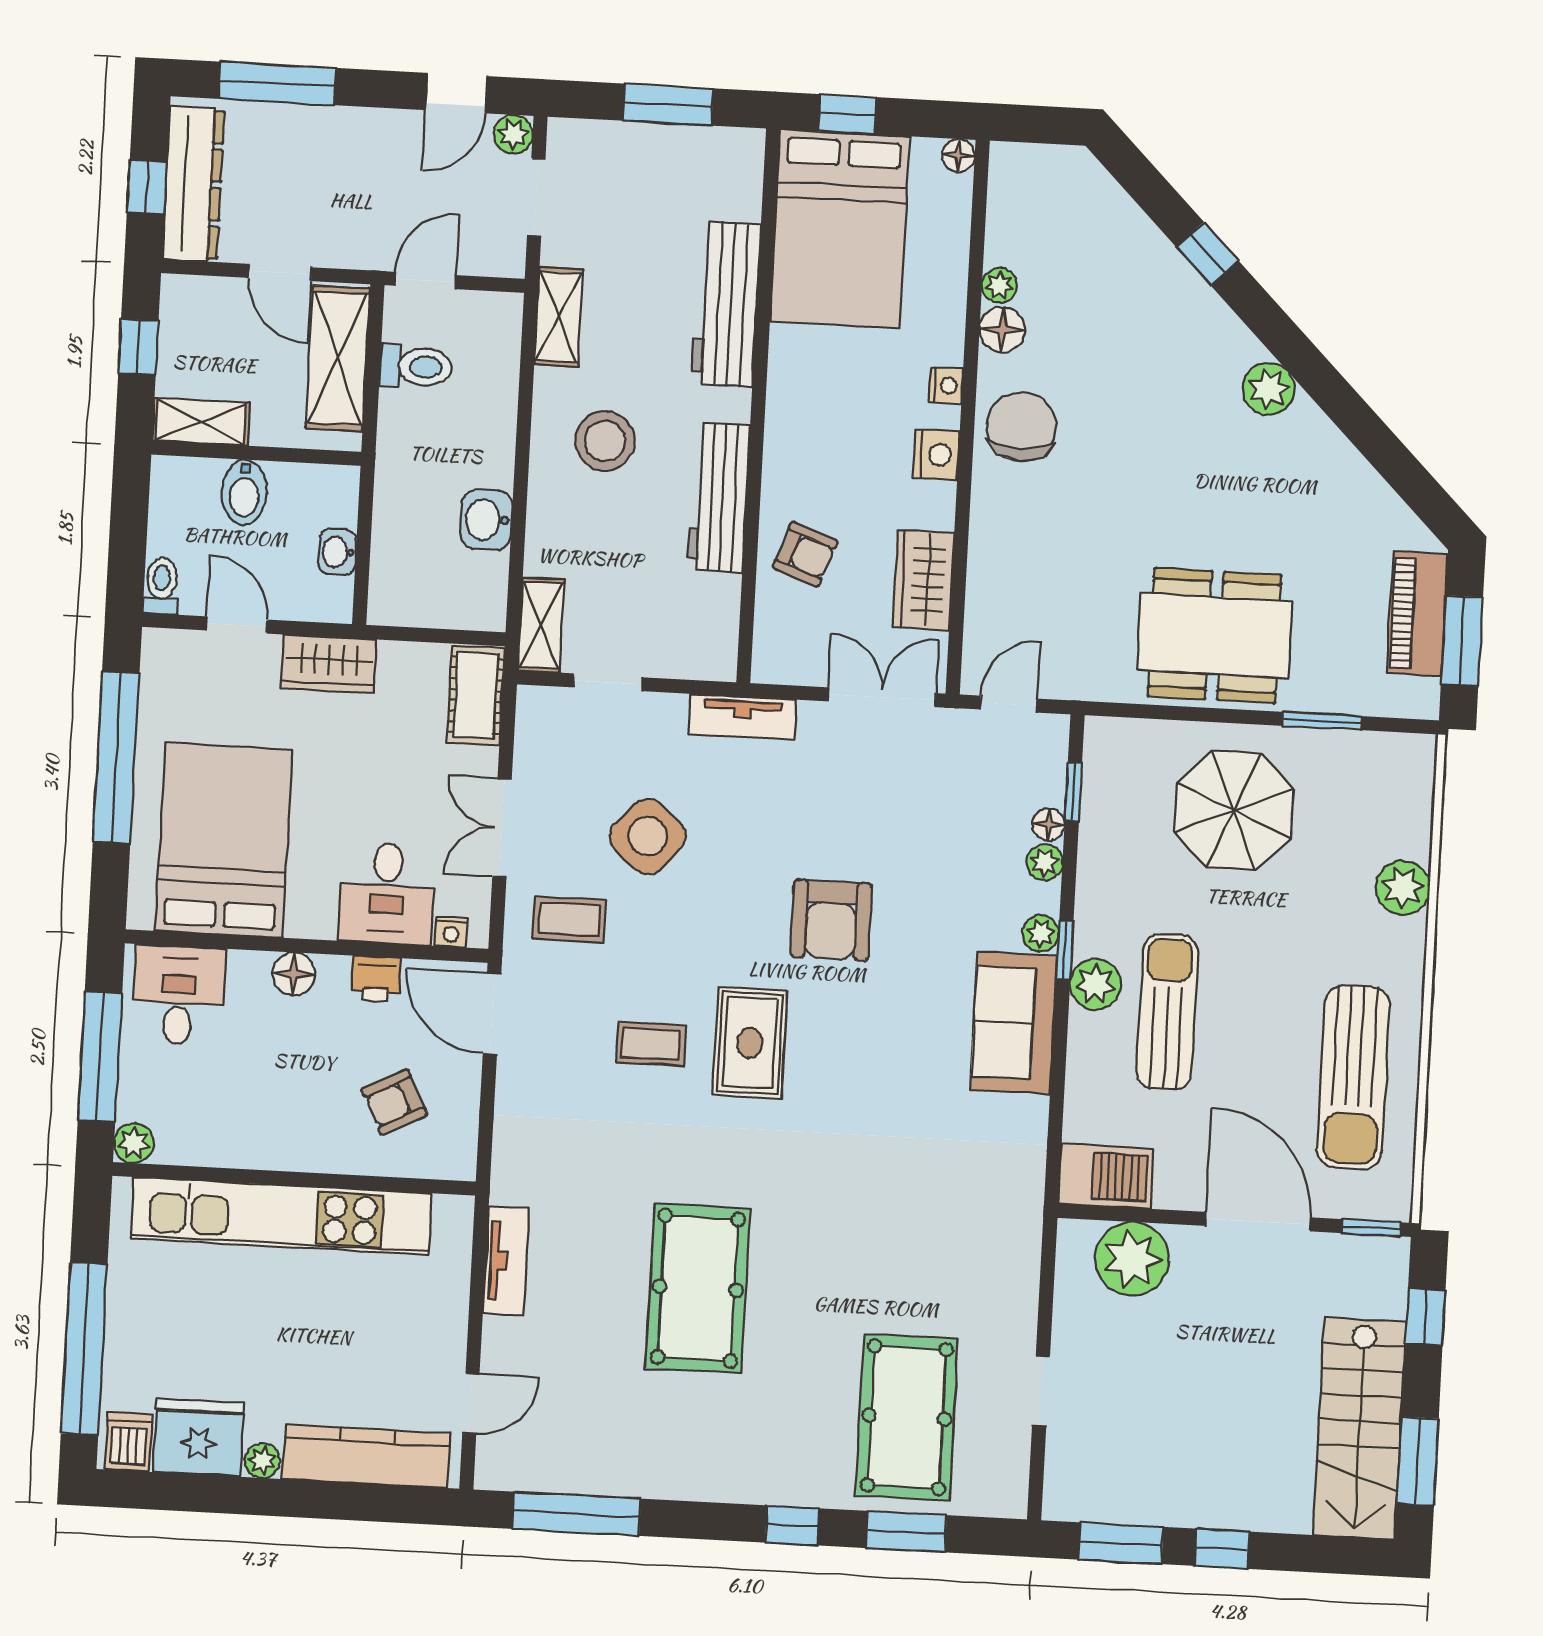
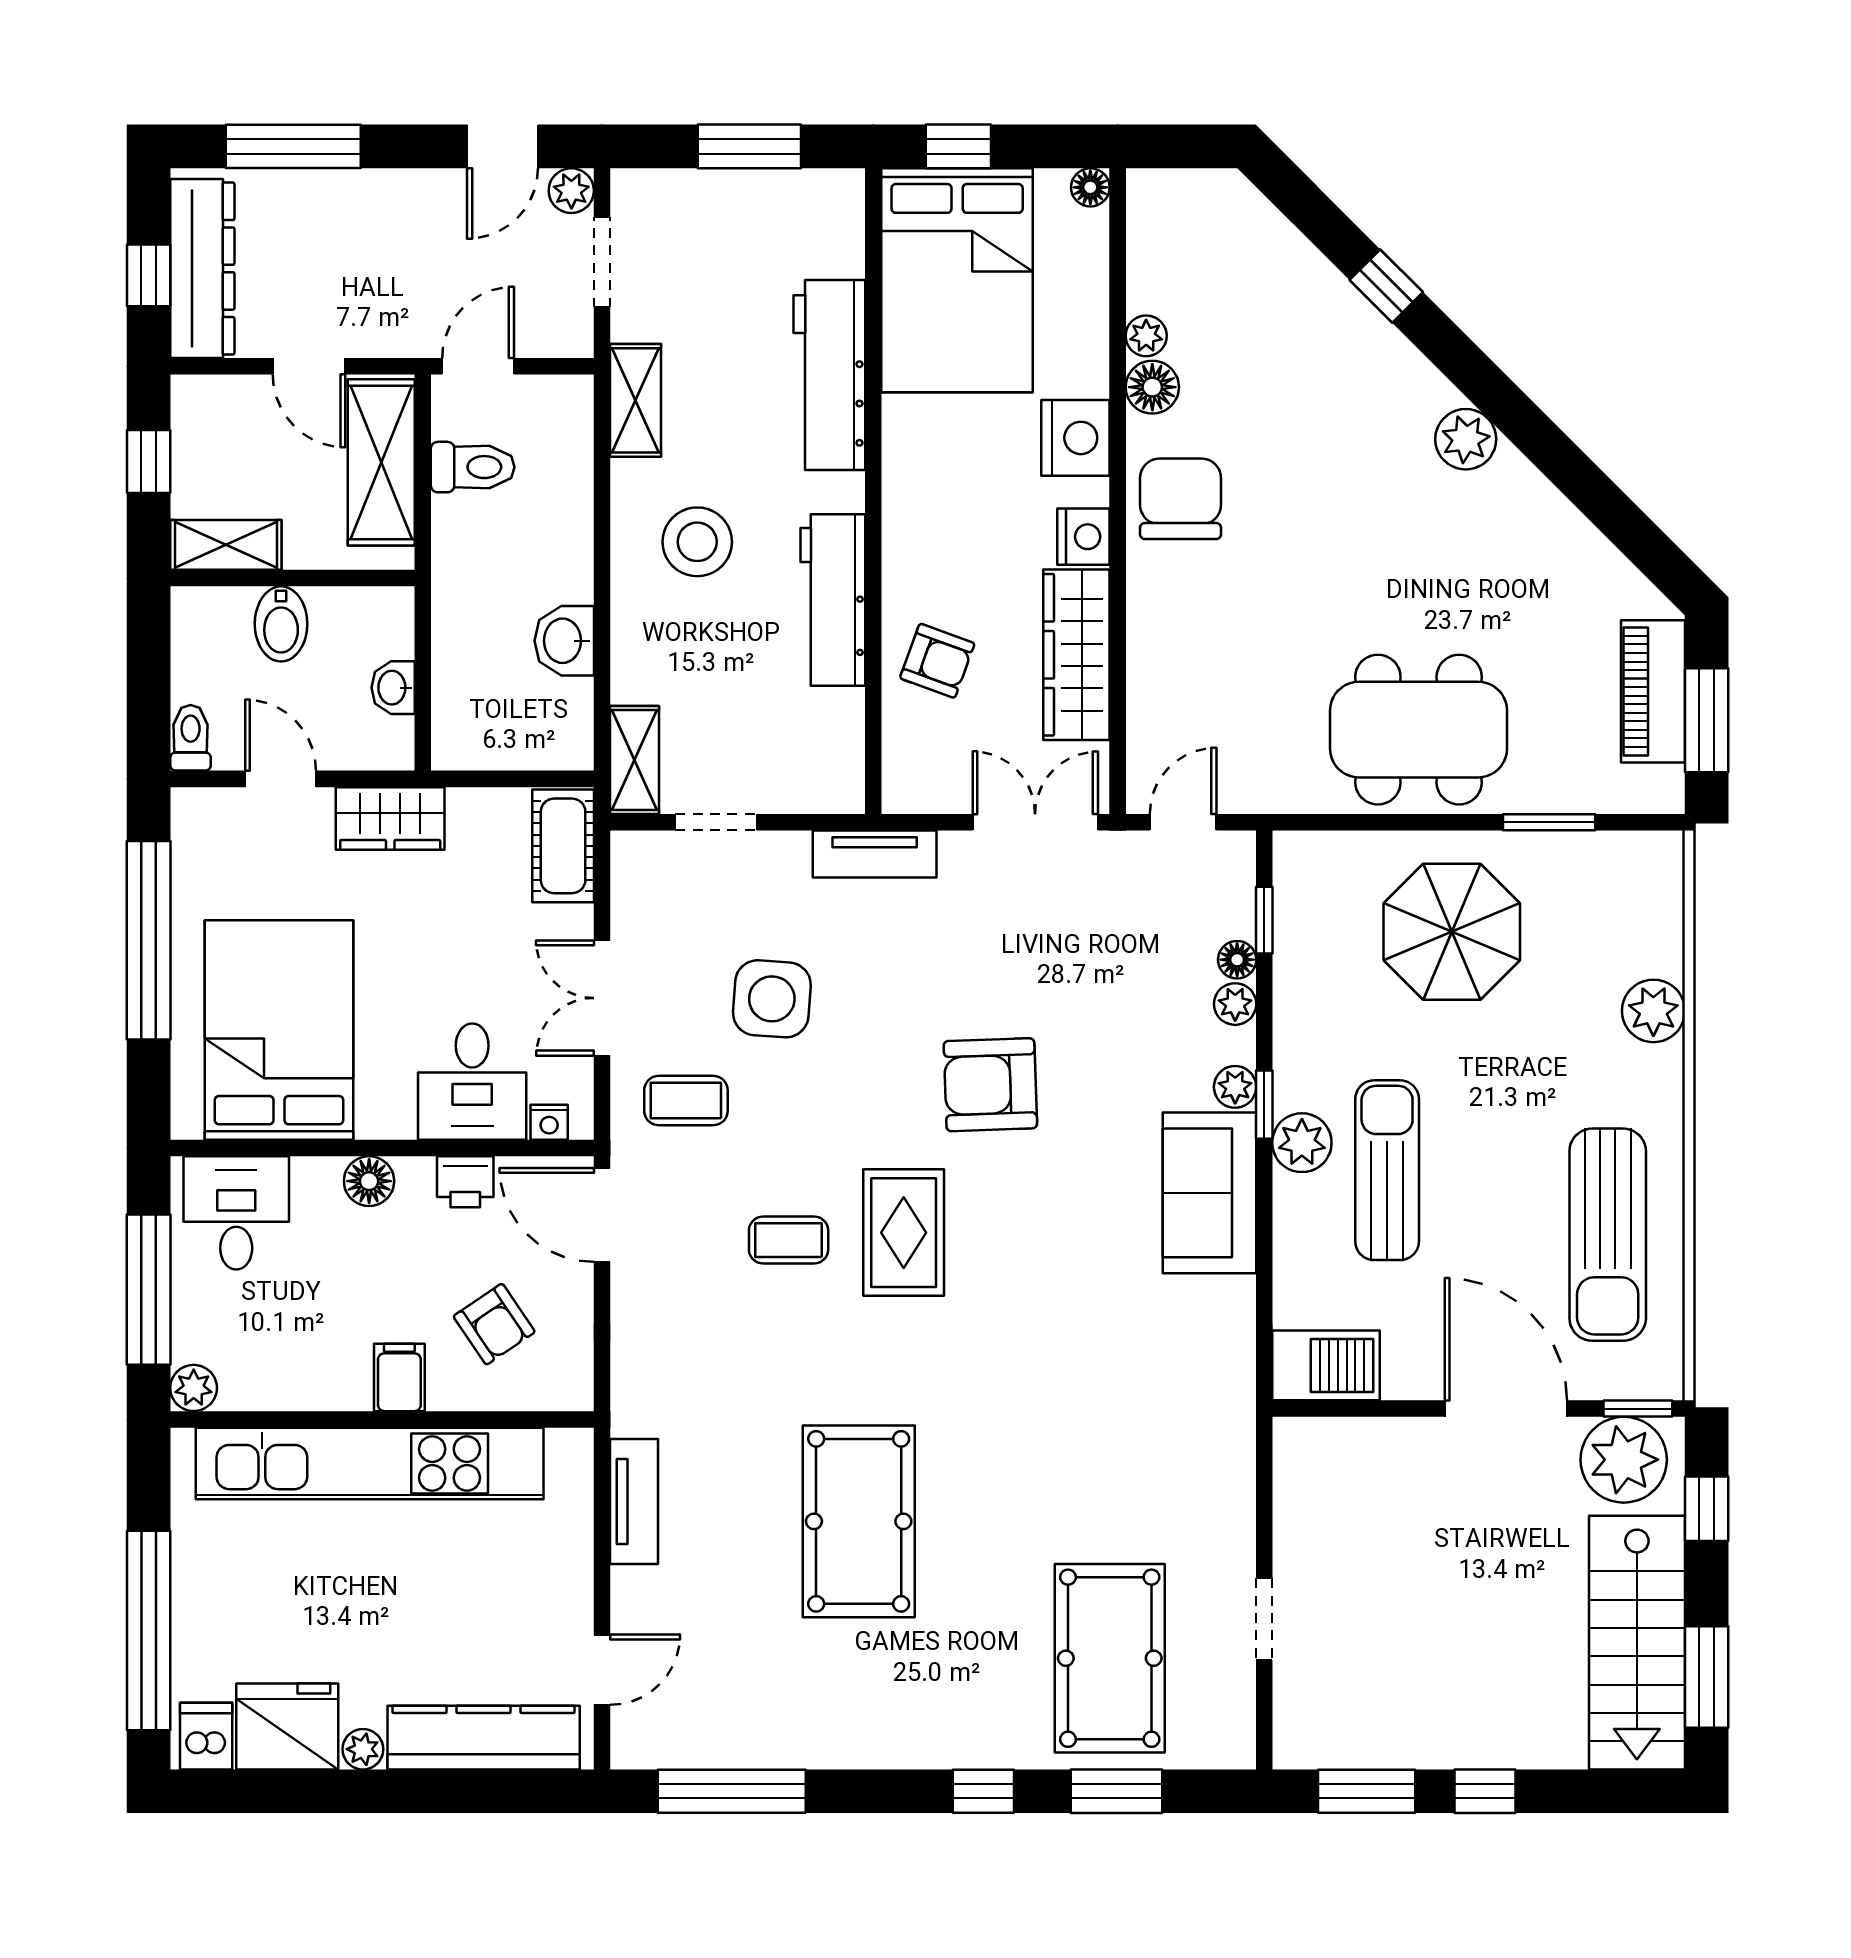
nightstand: (946, 386) -> (1075, 438), width x1.89, depth x1.79
wardrobe: (923, 580) -> (1076, 655), width x1.50
side table: (648, 836) -> (772, 999), turned -38
armchair: (831, 920) -> (990, 1085), turned 88
armchair: (395, 1102) -> (494, 1324), turned -97
filing cabinet: (311, 1144) -> (399, 1378), added
plant: (1132, 1259) -> (1624, 1460), moved

